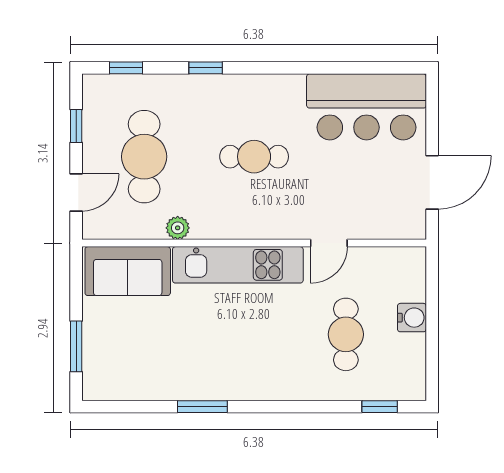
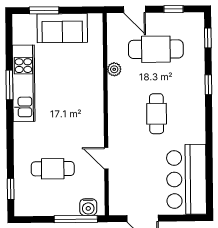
kitchen unit: (238, 265) -> (24, 83), moved, turned 180
sofa: (128, 271) -> (62, 28), moved, turned -90
window: (432, 296) -> (76, 219), added
water cooler: (412, 318) -> (88, 207), moved

